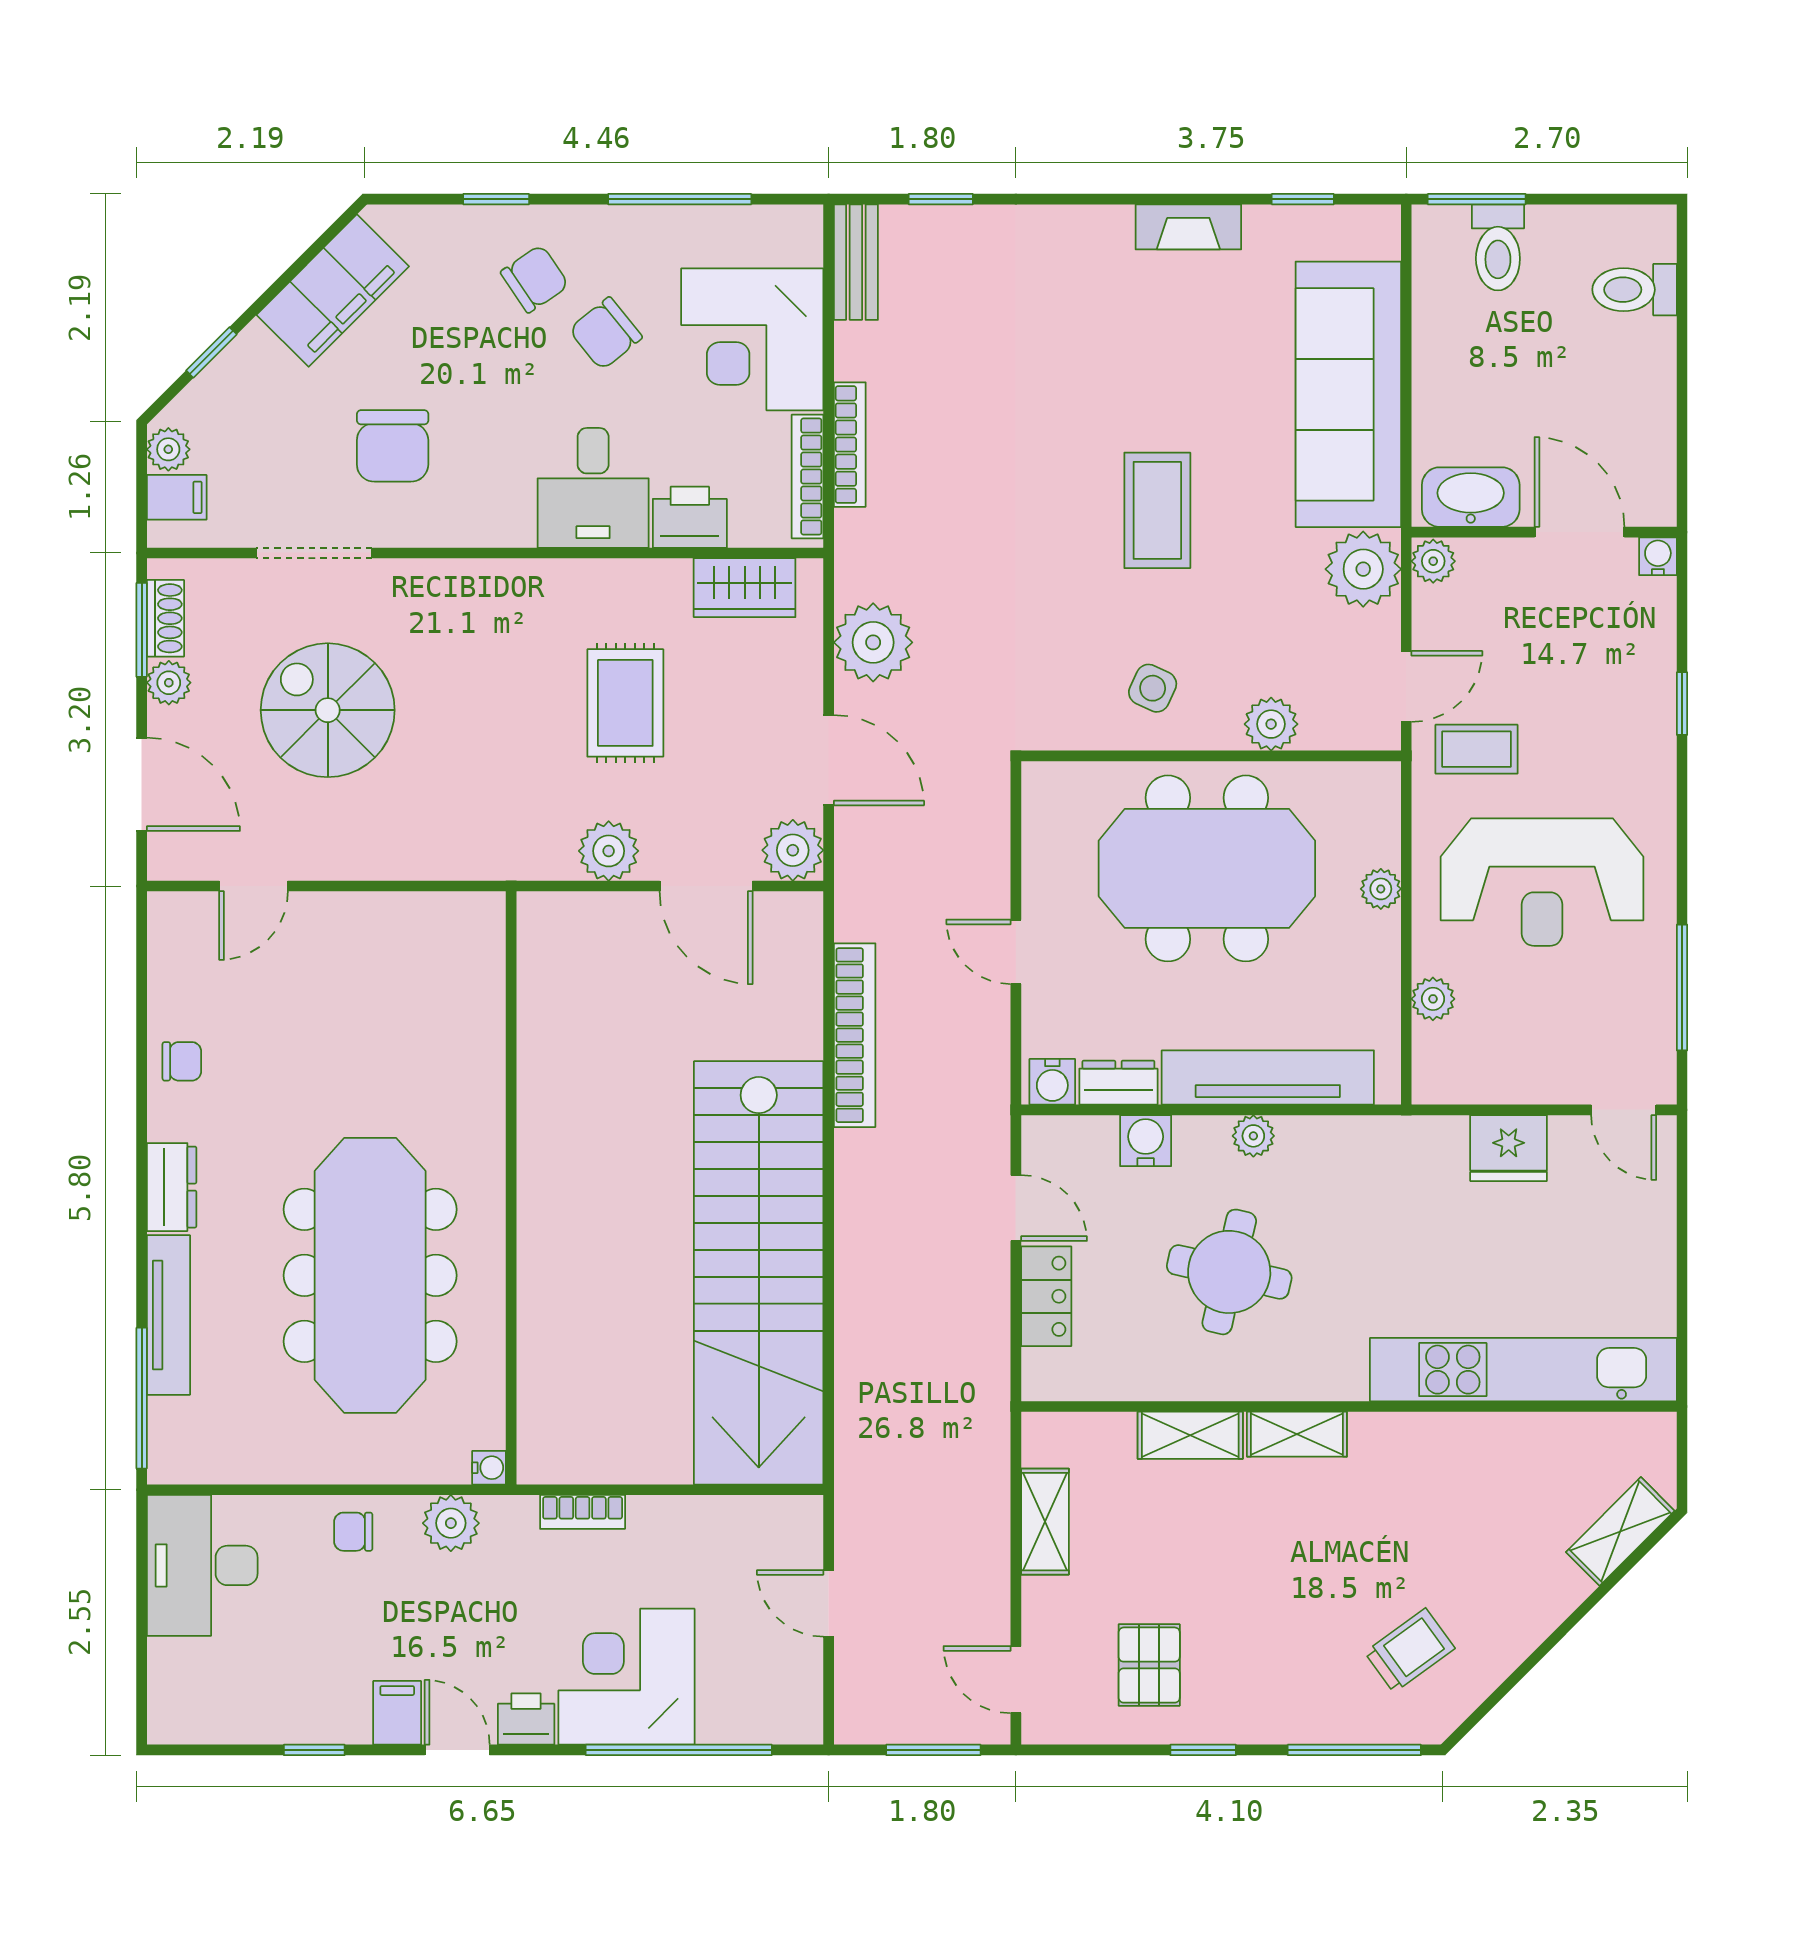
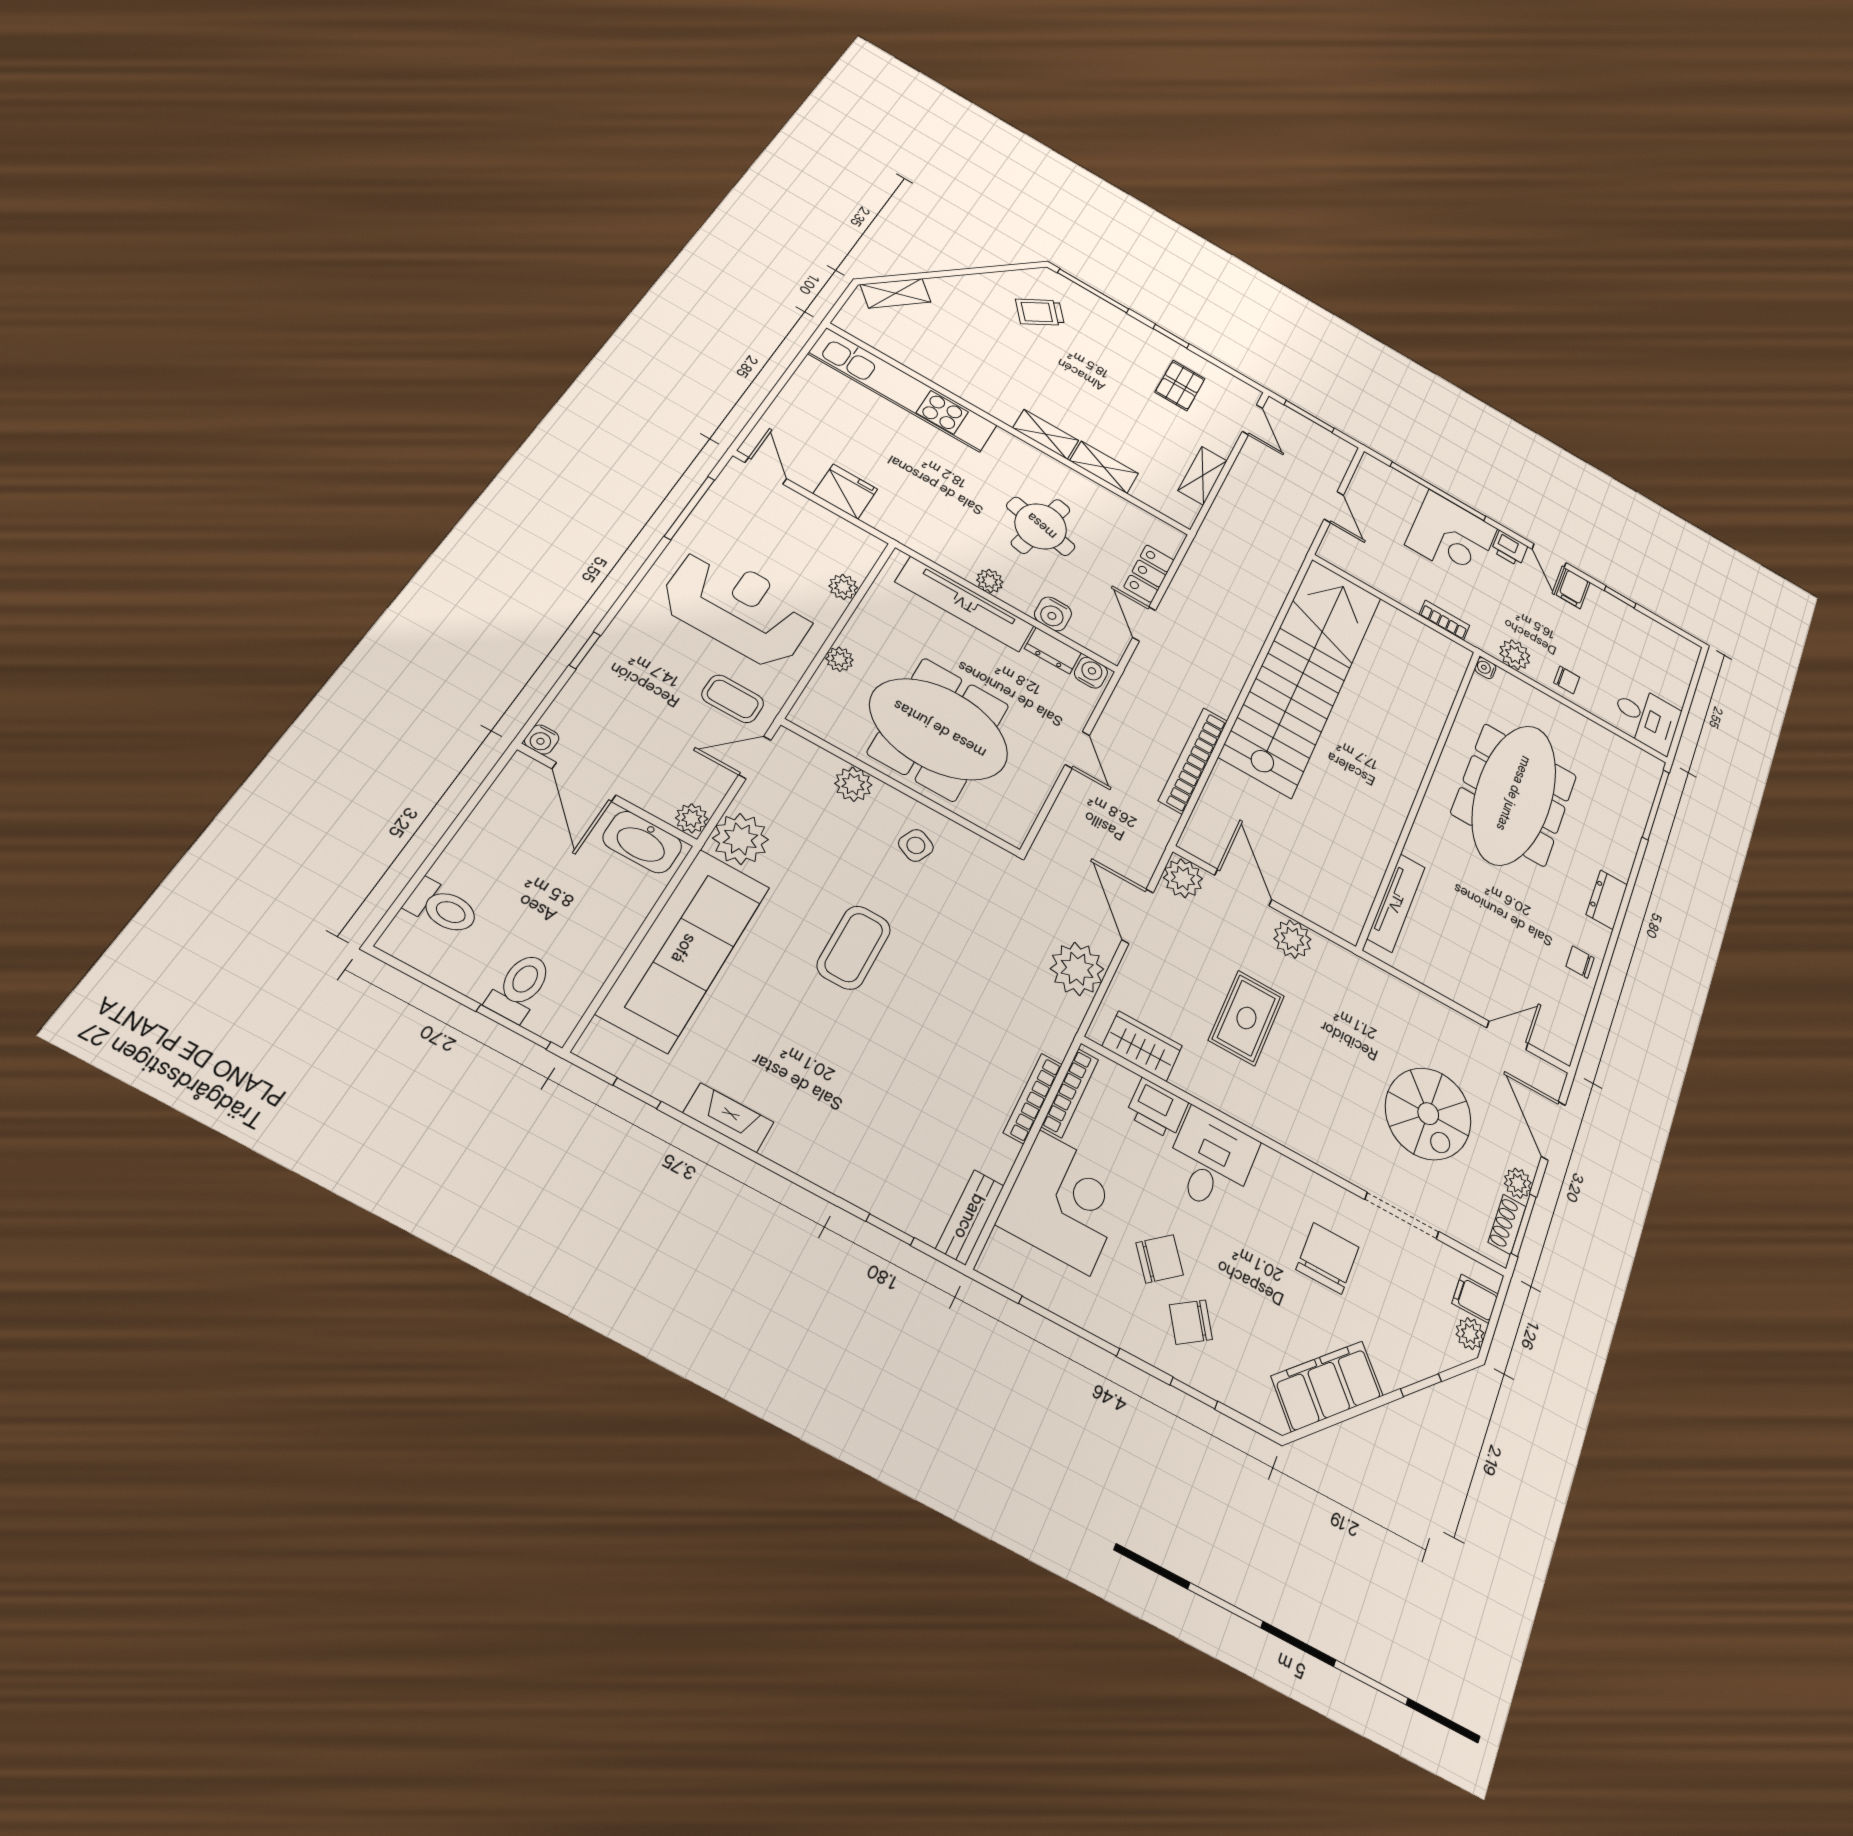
tv unit: (168, 1315) -> (1396, 903), moved, turned 180
desk: (202, 1565) -> (1646, 718), width x0.73

